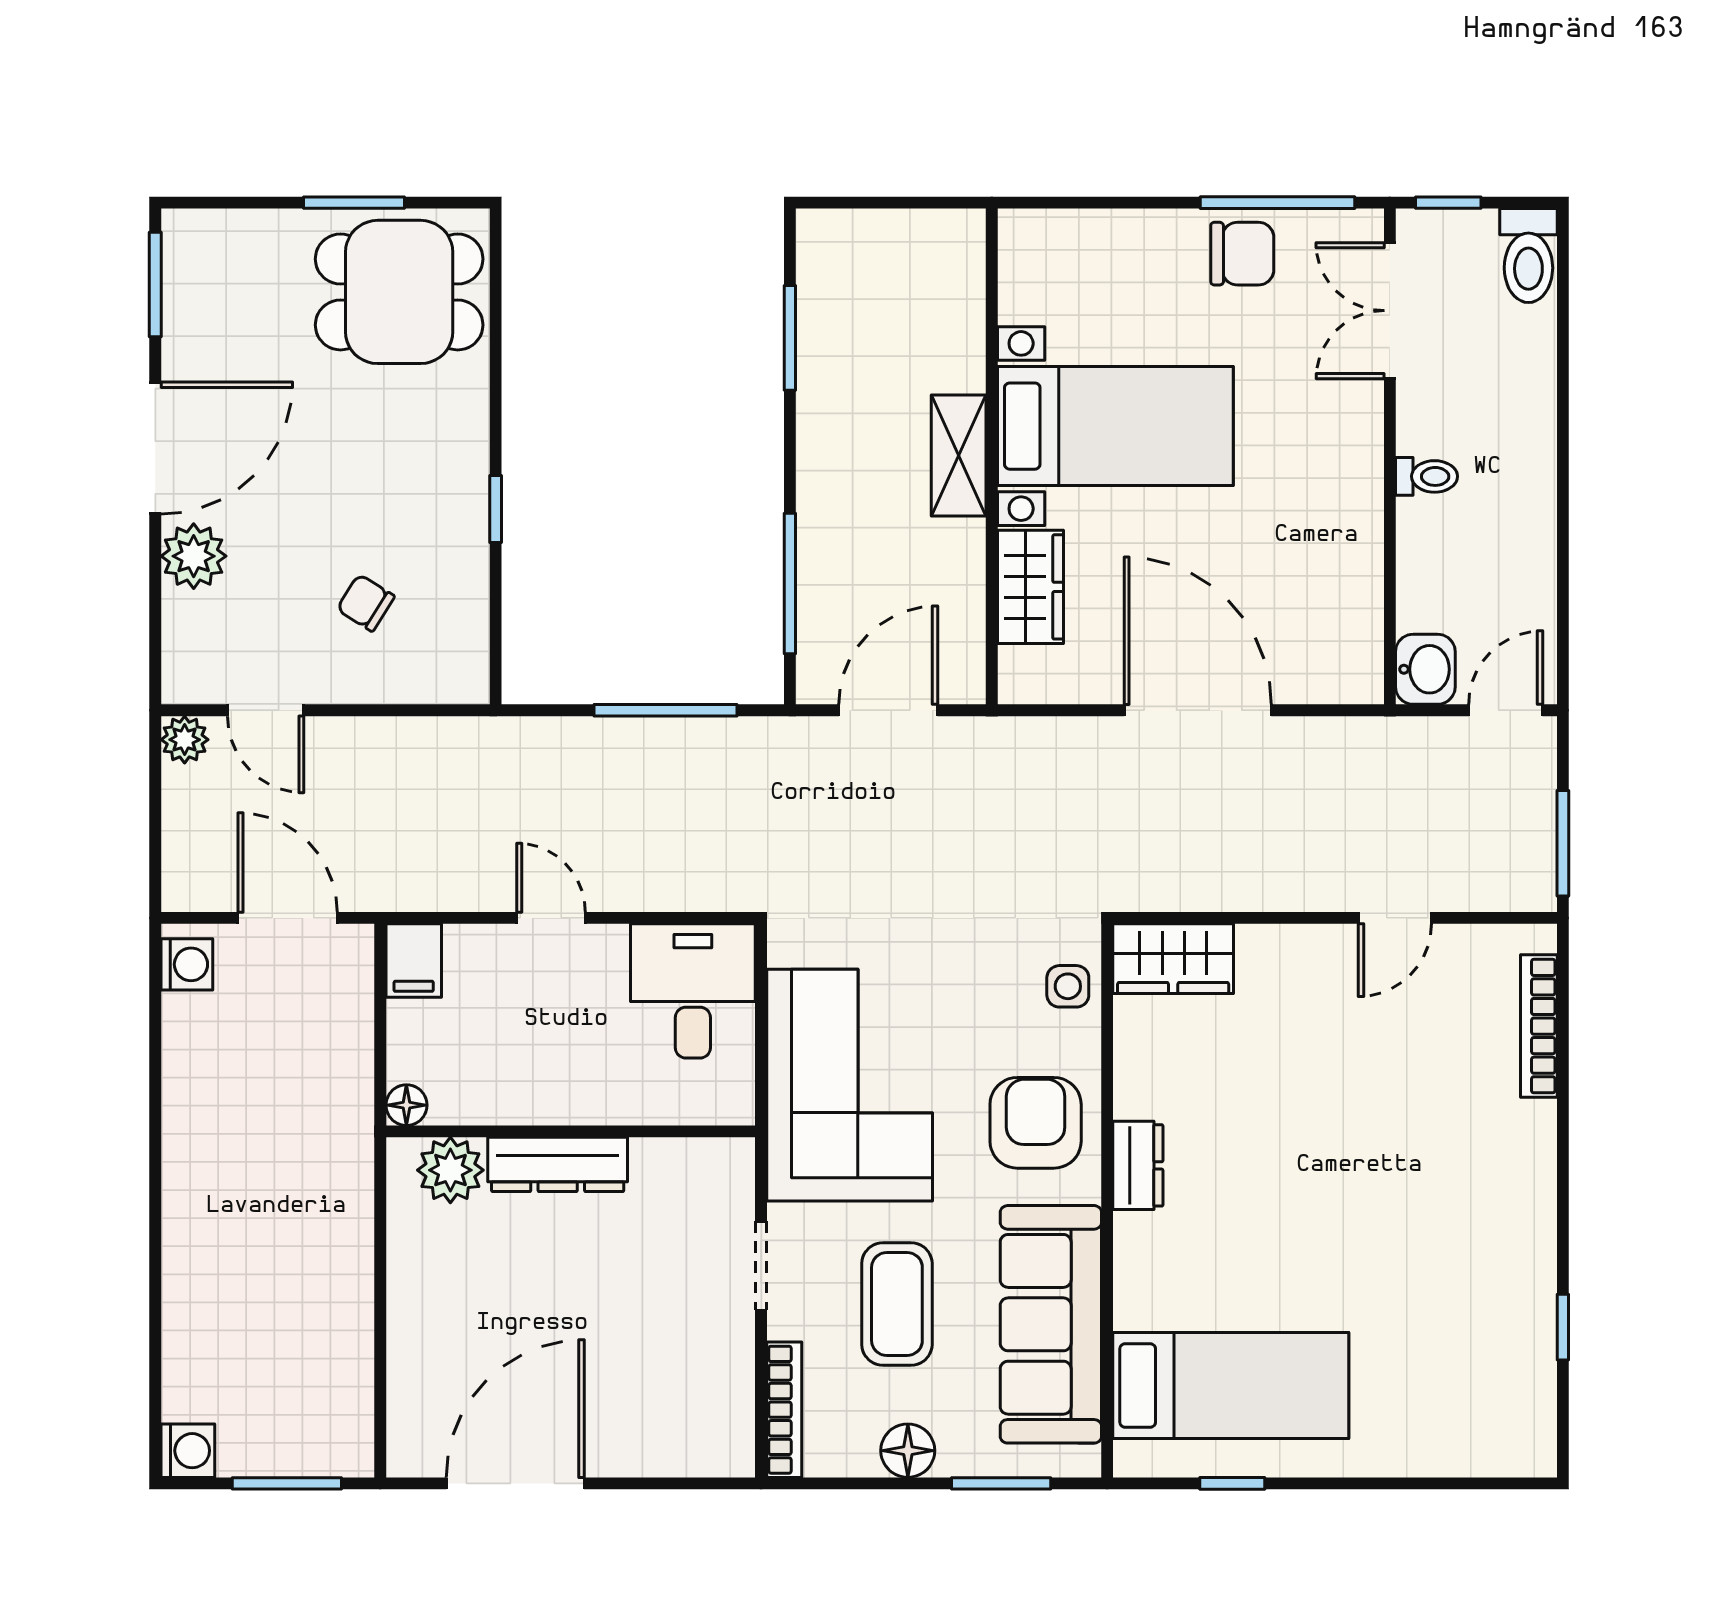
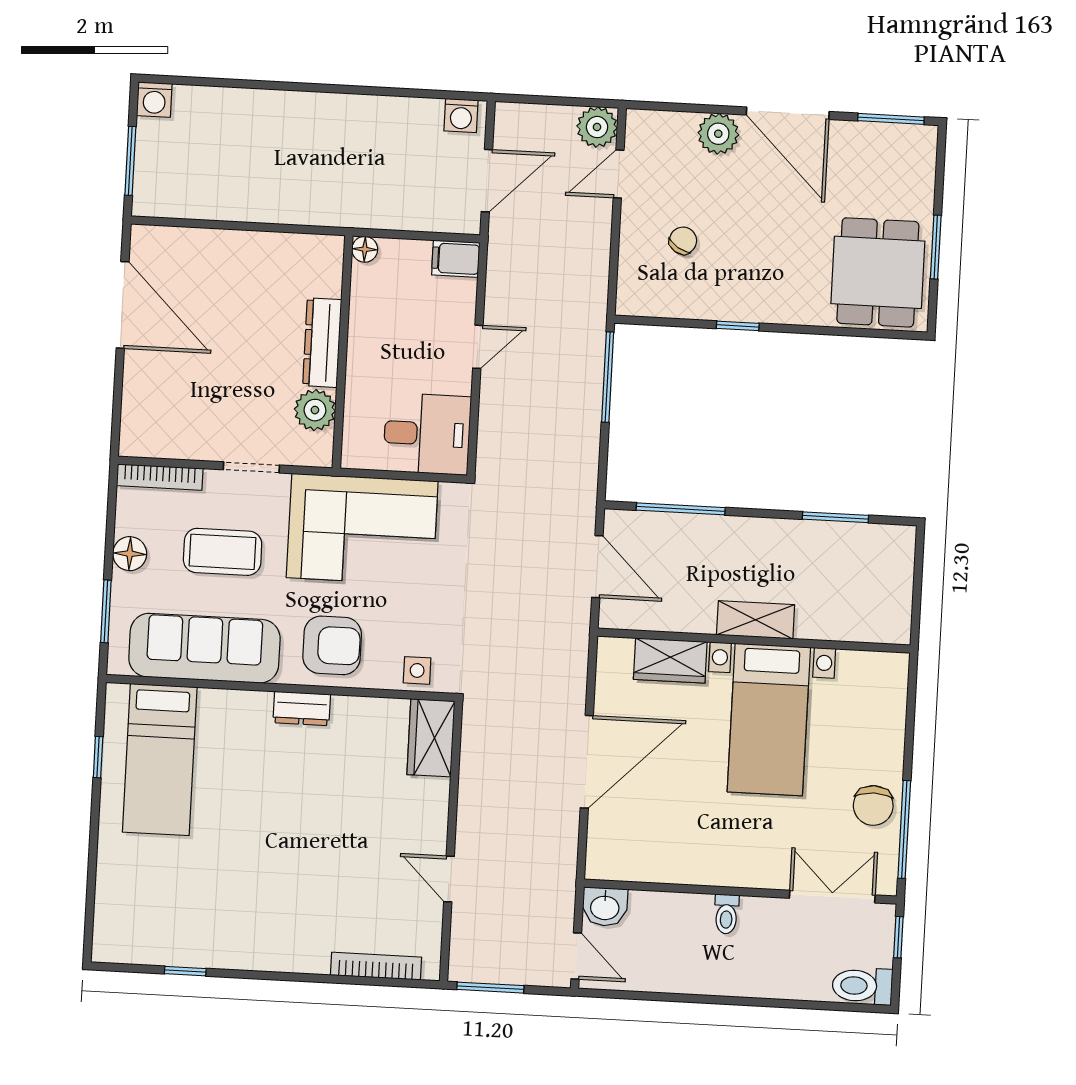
window: (666, 710) -> (608, 377), moved
plant: (185, 740) -> (597, 127), width x1.38, depth x1.38
plant: (450, 1170) -> (315, 410), moved

